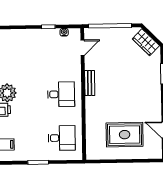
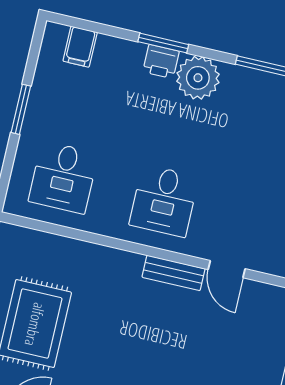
door: (82, 48) -> (227, 269), moved

